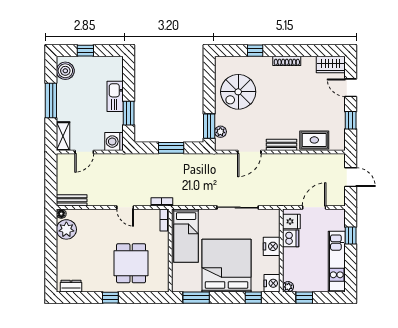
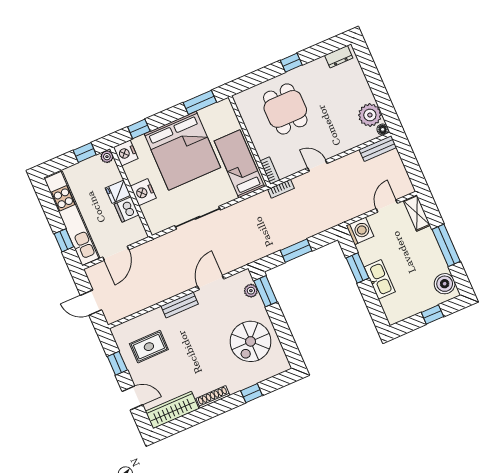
wardrobe: (331, 65) -> (172, 410), width x1.50
spiral stairs: (238, 92) -> (251, 341), turned 180
rug: (314, 140) -> (149, 347), moved
fridge: (291, 221) -> (118, 192), moved
kitchen unit: (337, 261) -> (72, 218), width x1.36

